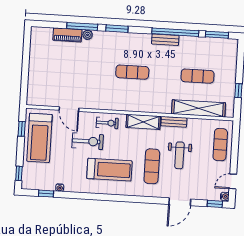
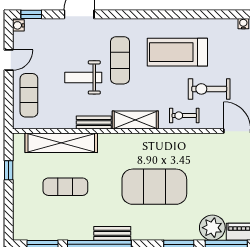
plant: (88, 35) -> (212, 228), width x1.87, depth x1.87
exercise mat: (132, 72) -> (154, 187), width x2.00, depth x1.45
weight bench: (179, 155) -> (83, 77), turned -90
door: (233, 181) -> (9, 60), moved

